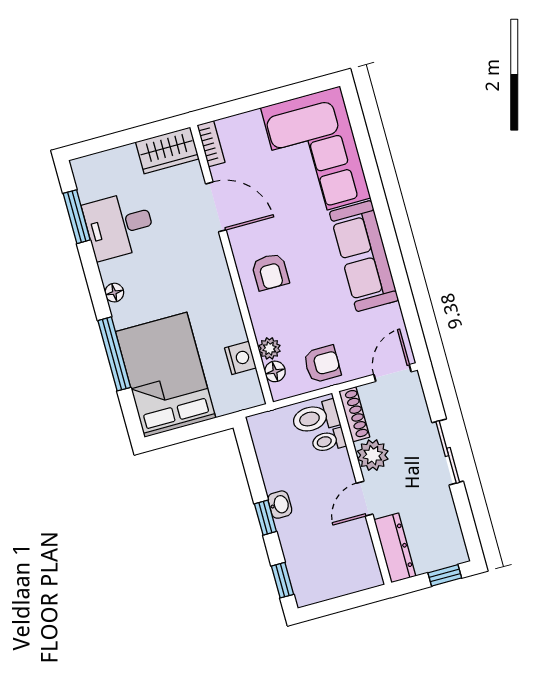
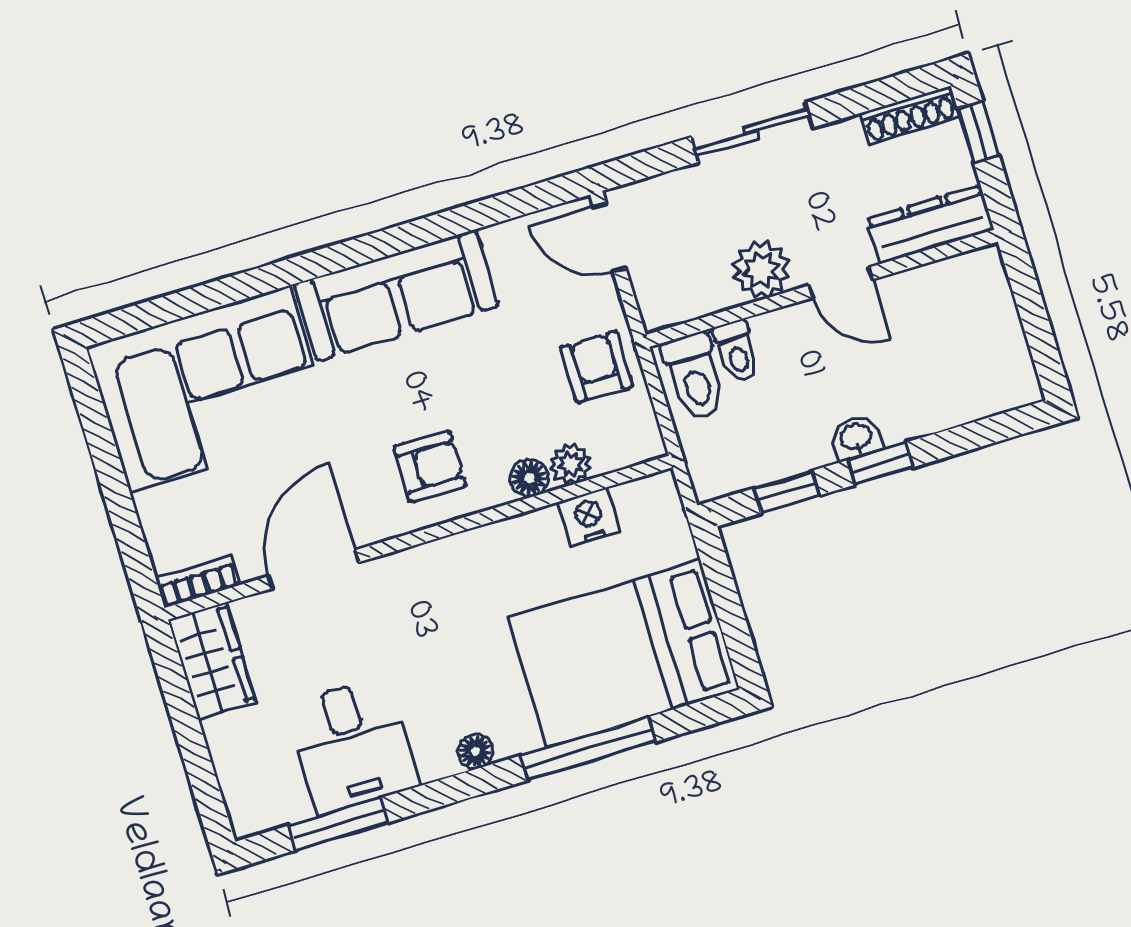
floor lamp: (275, 371) -> (529, 478), moved
shoe rack: (354, 414) -> (910, 115), moved, turned 180
window: (283, 580) -> (786, 492), moved

